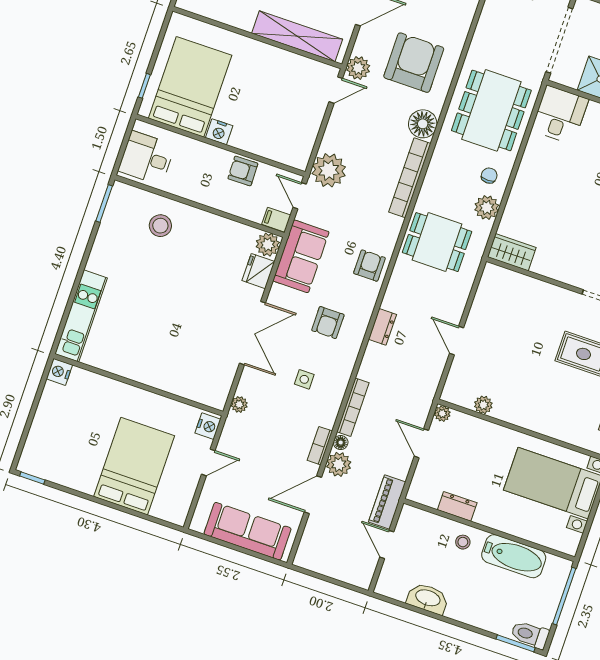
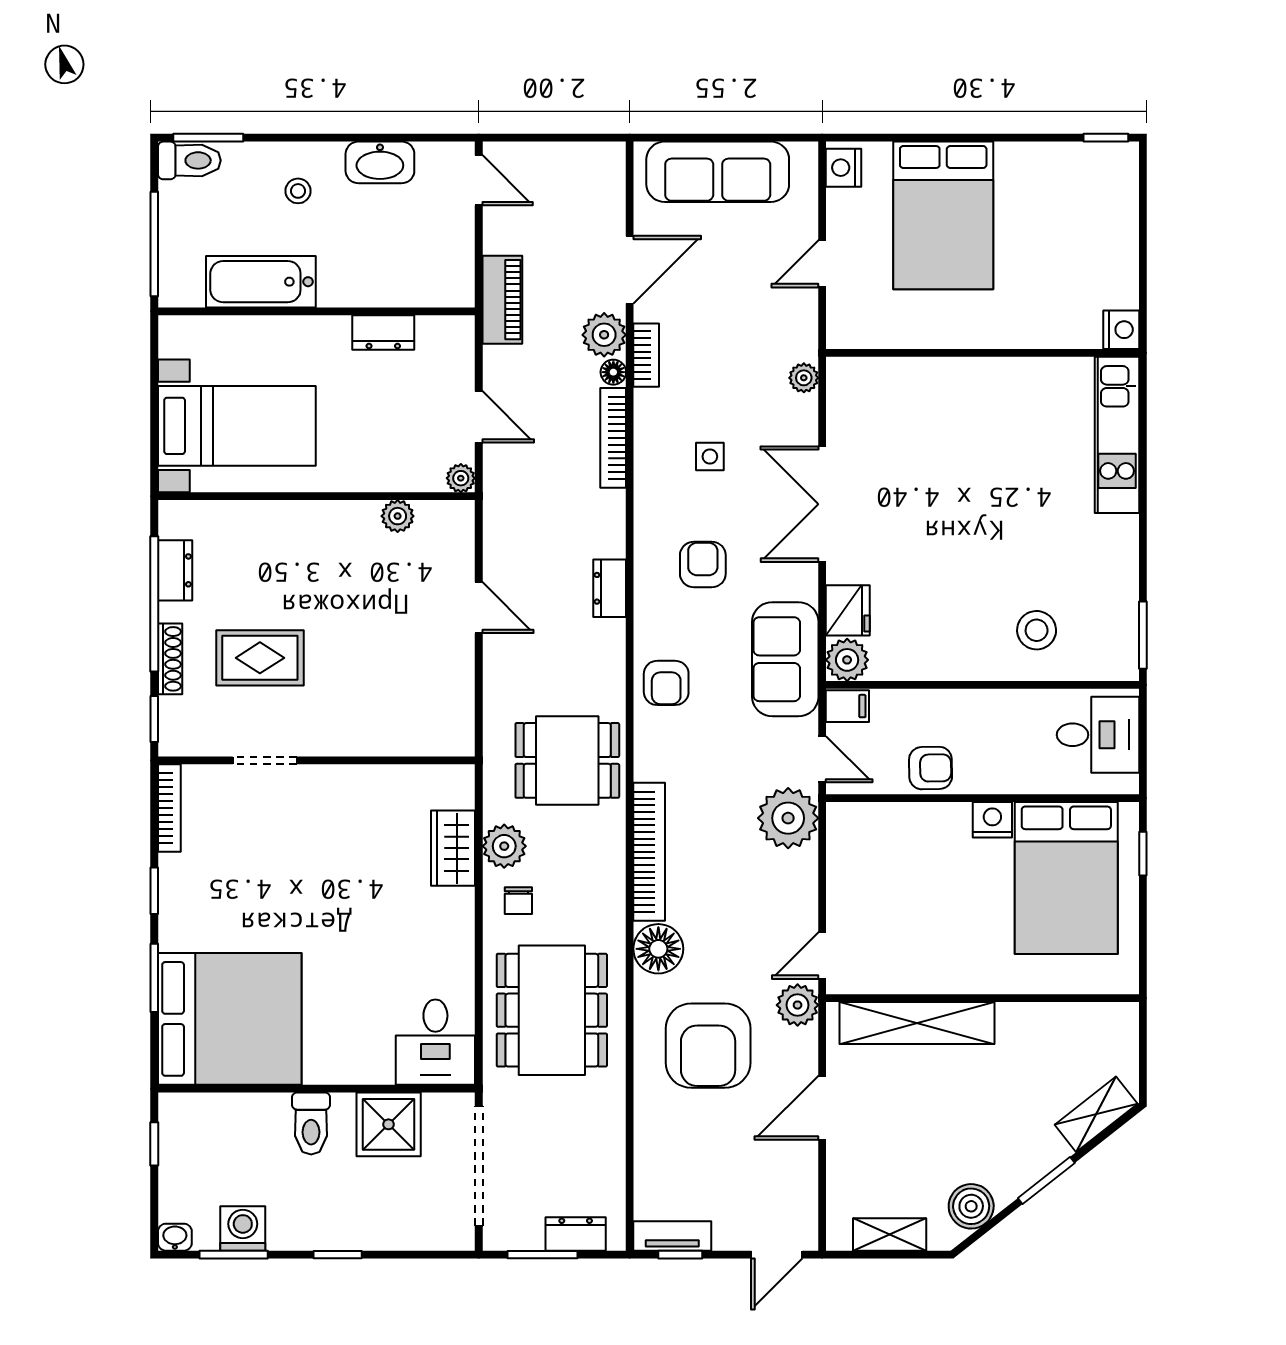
wardrobe: (512, 252) -> (453, 848), moved, turned 90
nightstand: (208, 426) -> (843, 168), moved
stool: (463, 542) -> (298, 191), moved
door: (387, 545) -> (479, 180), moved

